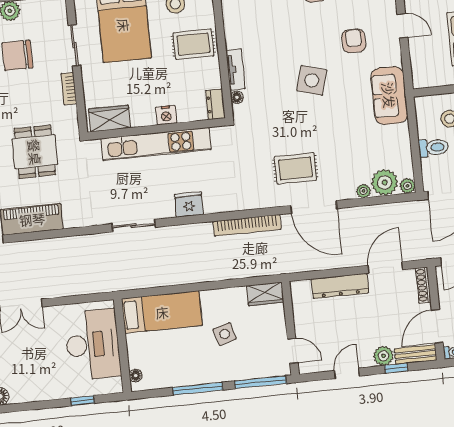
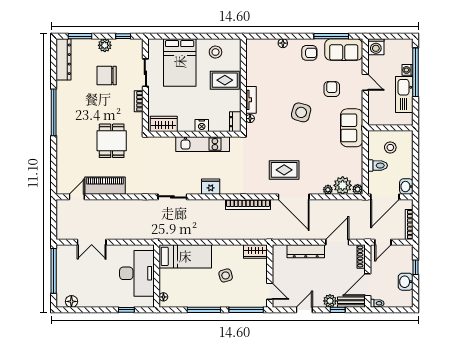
kitchen unit: (156, 144) -> (203, 144), width x0.73

